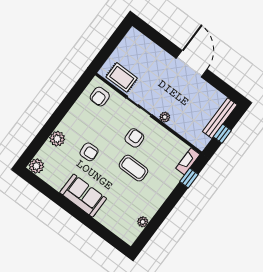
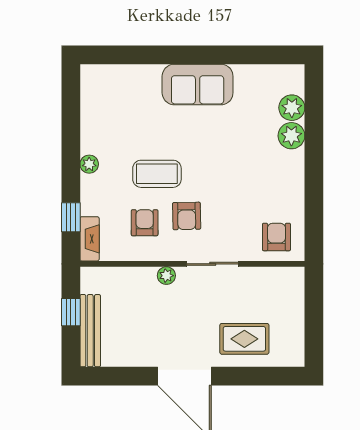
rug: (122, 77) -> (244, 339), moved
armchair: (89, 152) -> (145, 223), moved, turned 94
plant: (36, 166) -> (292, 108), moved
plant: (143, 222) -> (89, 164), moved

